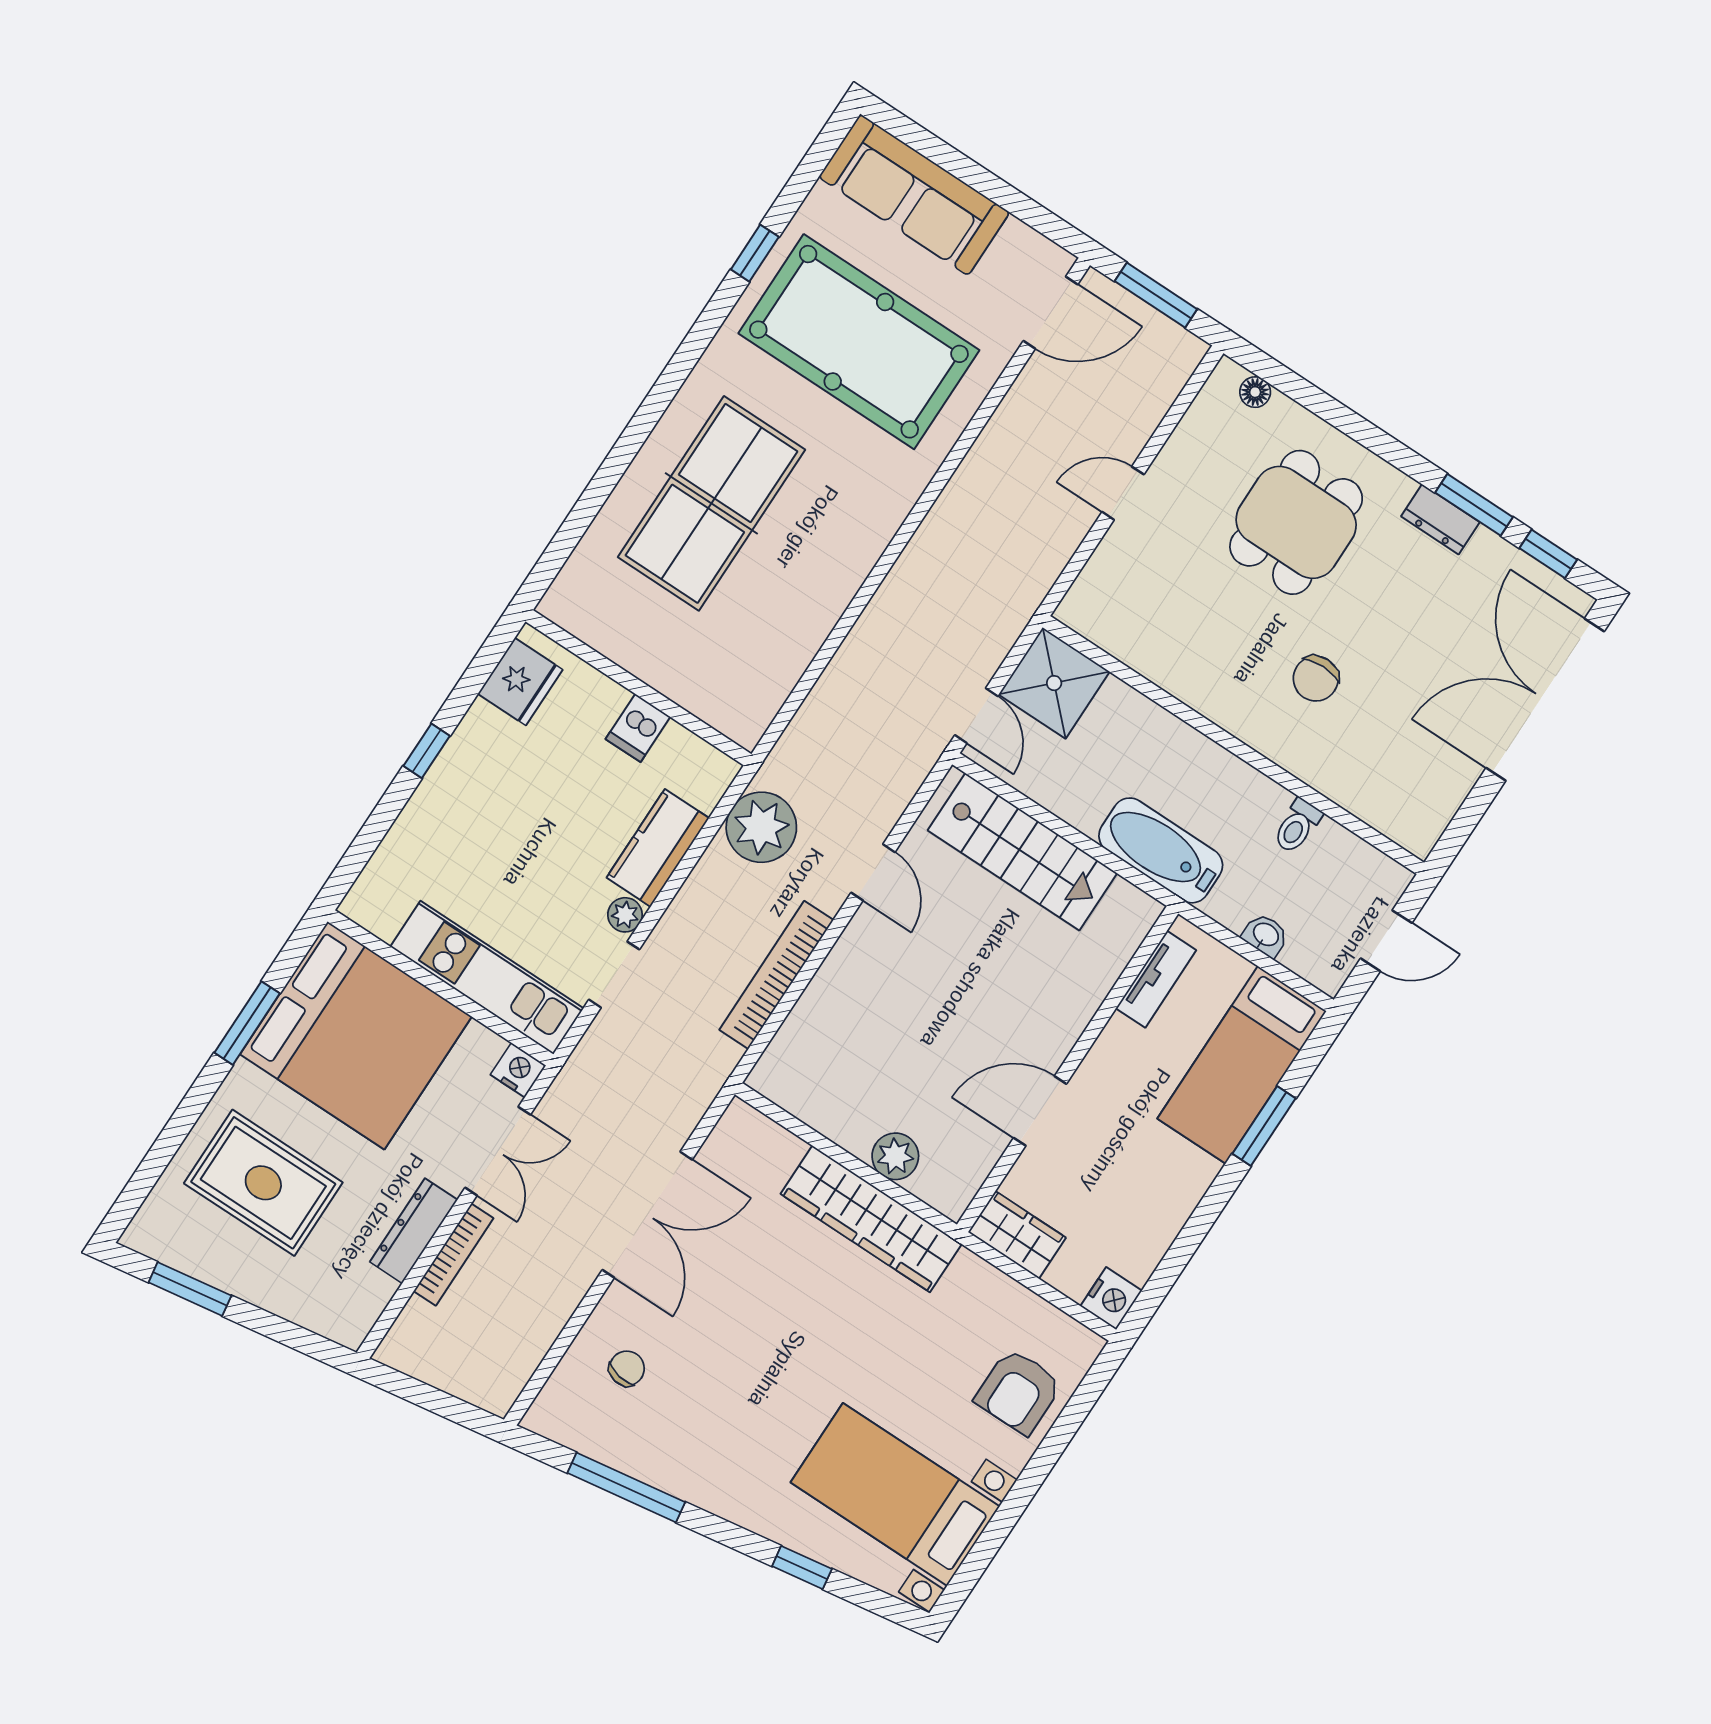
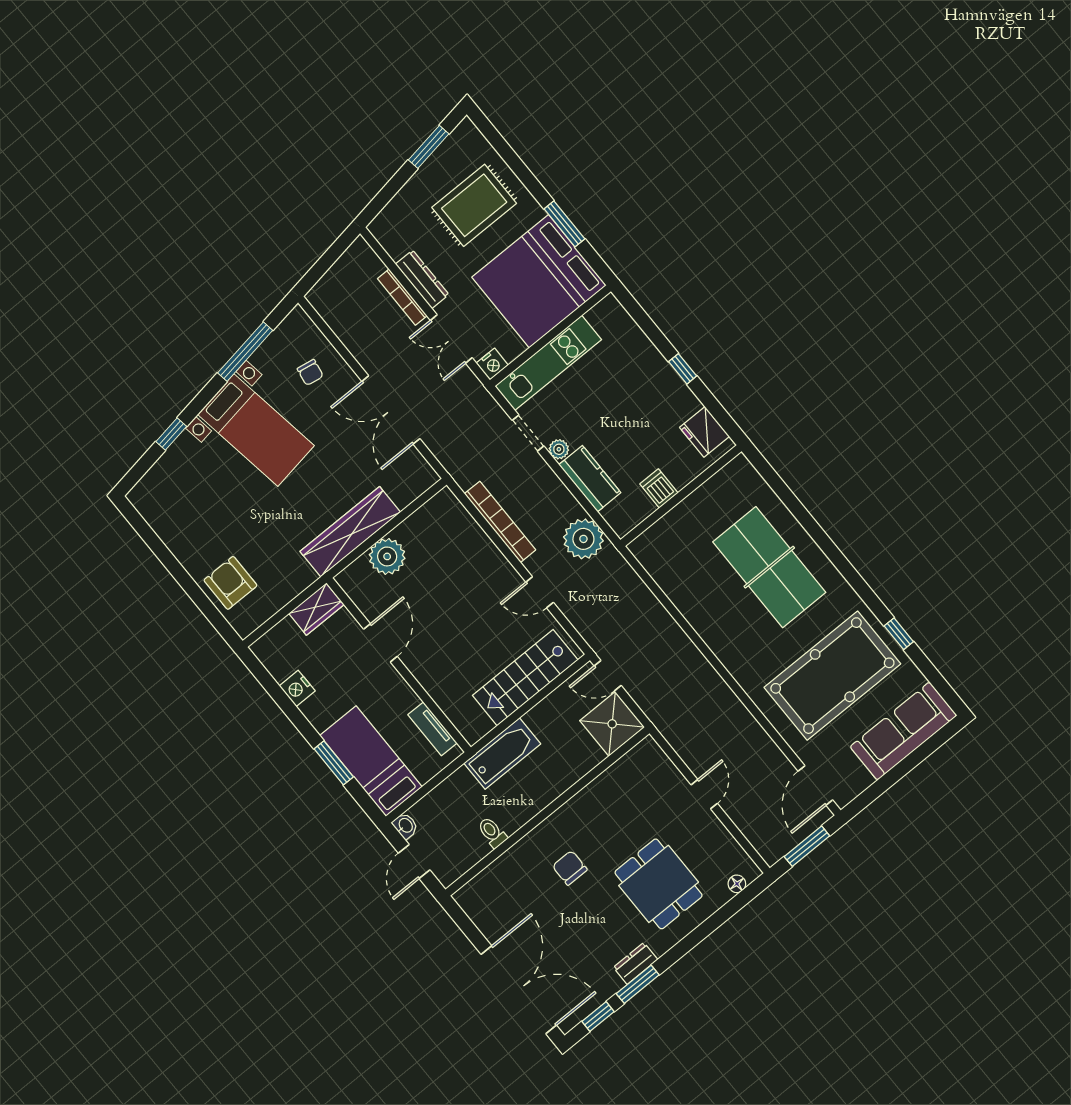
washbasin: (1265, 935) -> (405, 826), moved, turned -90
plant: (895, 1156) -> (387, 556), width x1.36, depth x1.36
nightstand: (1111, 1298) -> (297, 688), moved
bed with nightstands: (895, 1494) -> (256, 430), moved, turned 81

